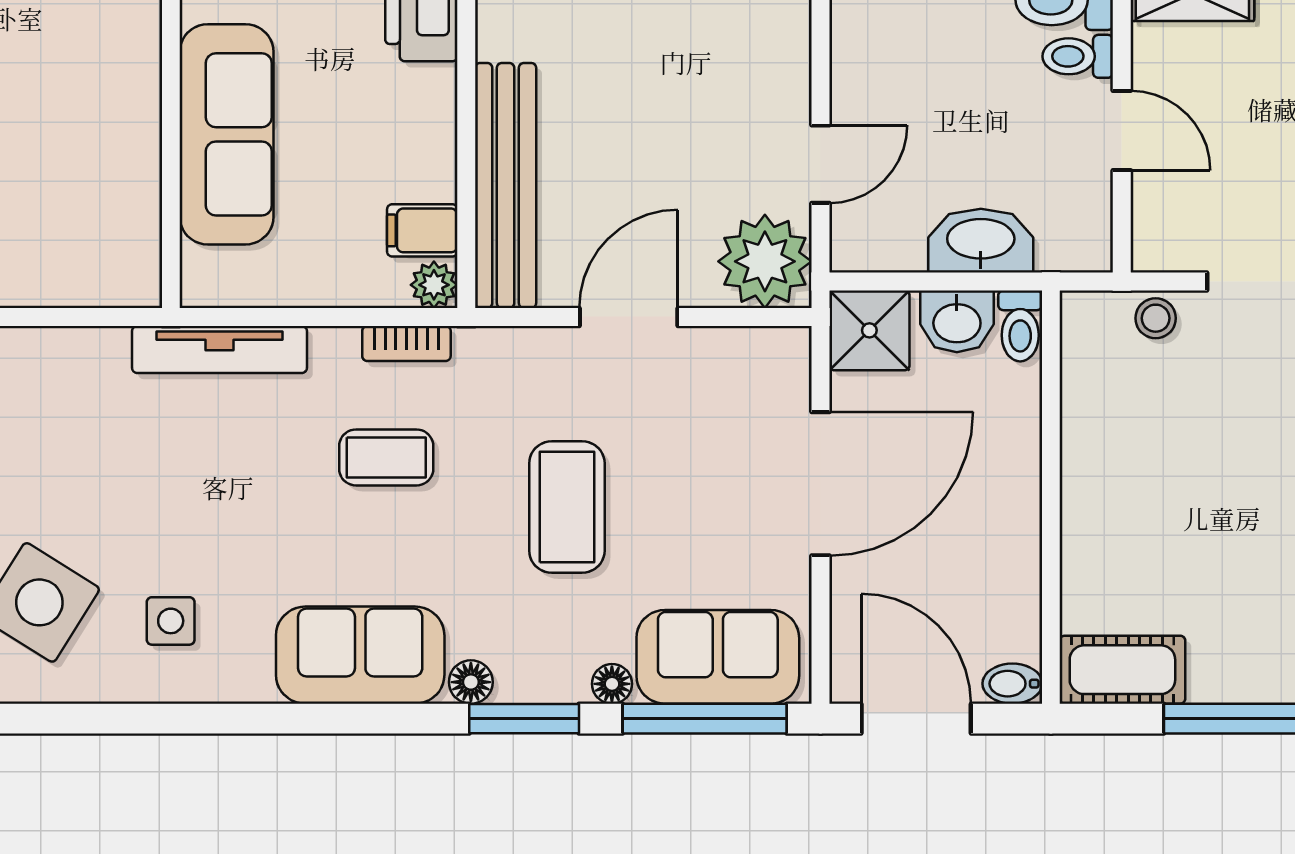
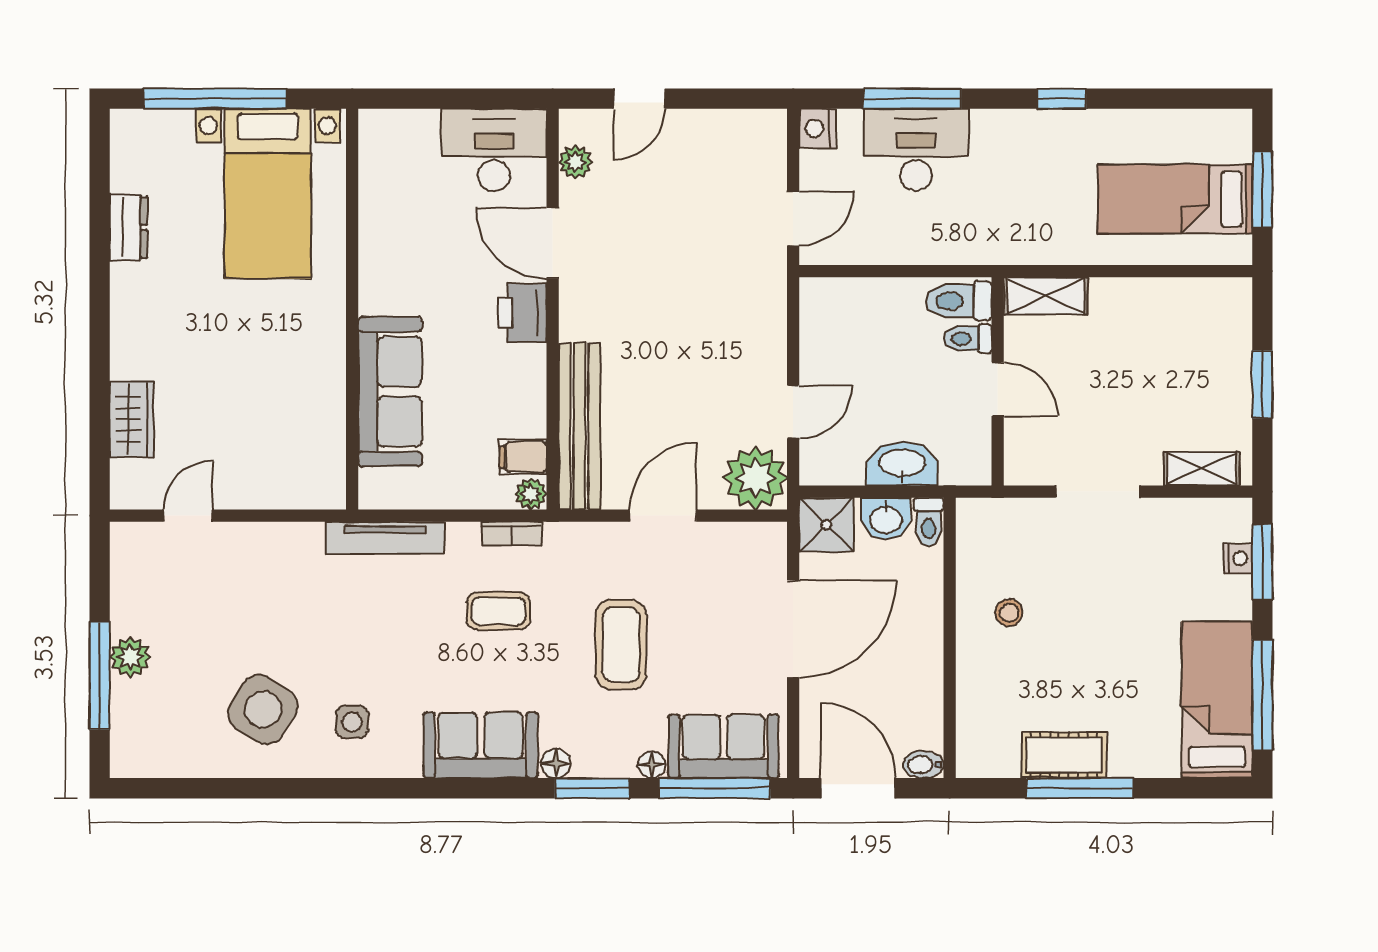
stool: (1156, 318) -> (1009, 613), moved
cot: (1122, 670) -> (1064, 755), moved

